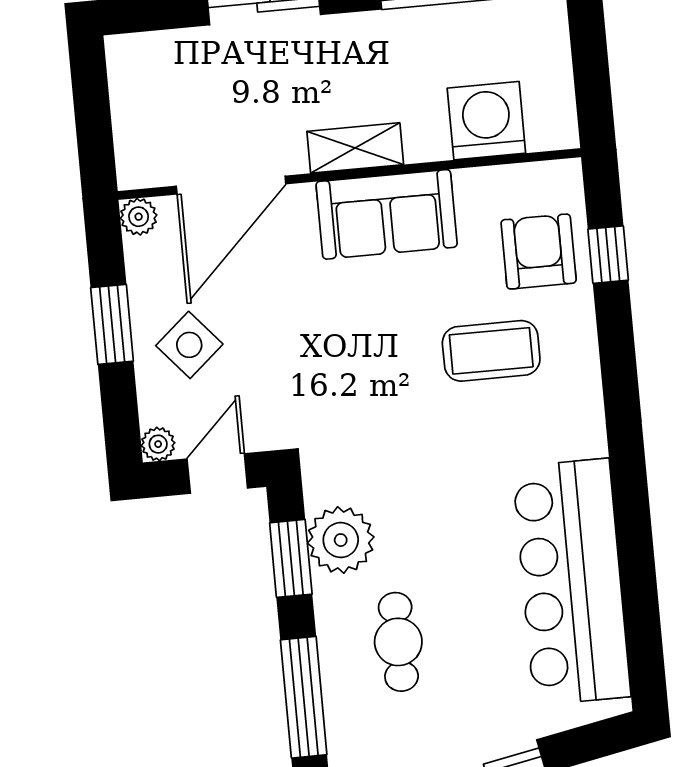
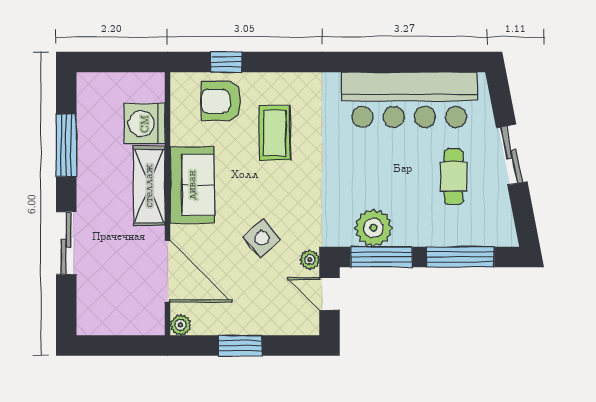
shelving: (355, 148) -> (149, 186), width x1.50, depth x1.33
side table: (189, 345) -> (262, 238), moved
plant: (158, 444) -> (310, 260), moved
window: (291, 558) -> (381, 257), width x1.44
cafe table: (398, 642) -> (454, 177), moved, turned 90

